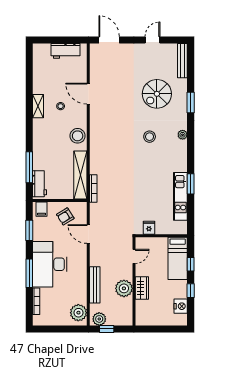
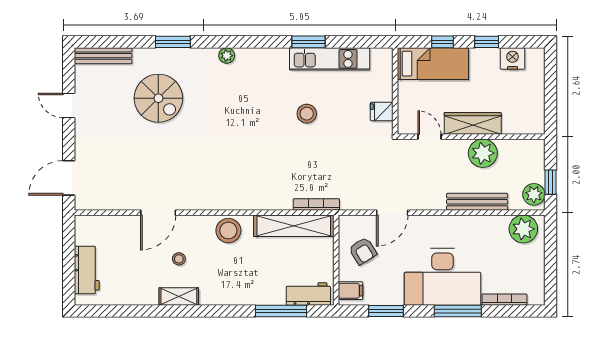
workbench: (66, 51) -> (87, 270), moved
stool: (150, 137) -> (307, 114), moved
wardrobe: (142, 288) -> (473, 123), width x1.50

